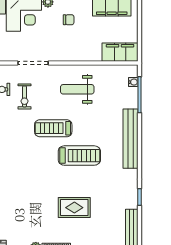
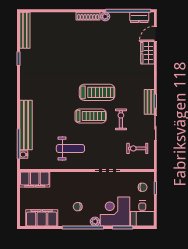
exercise bike: (24, 96) -> (121, 119), moved
bench: (130, 139) -> (26, 125), moved
treadmill: (79, 156) -> (97, 92), moved, turned 180
rug: (74, 208) -> (73, 50), removed

